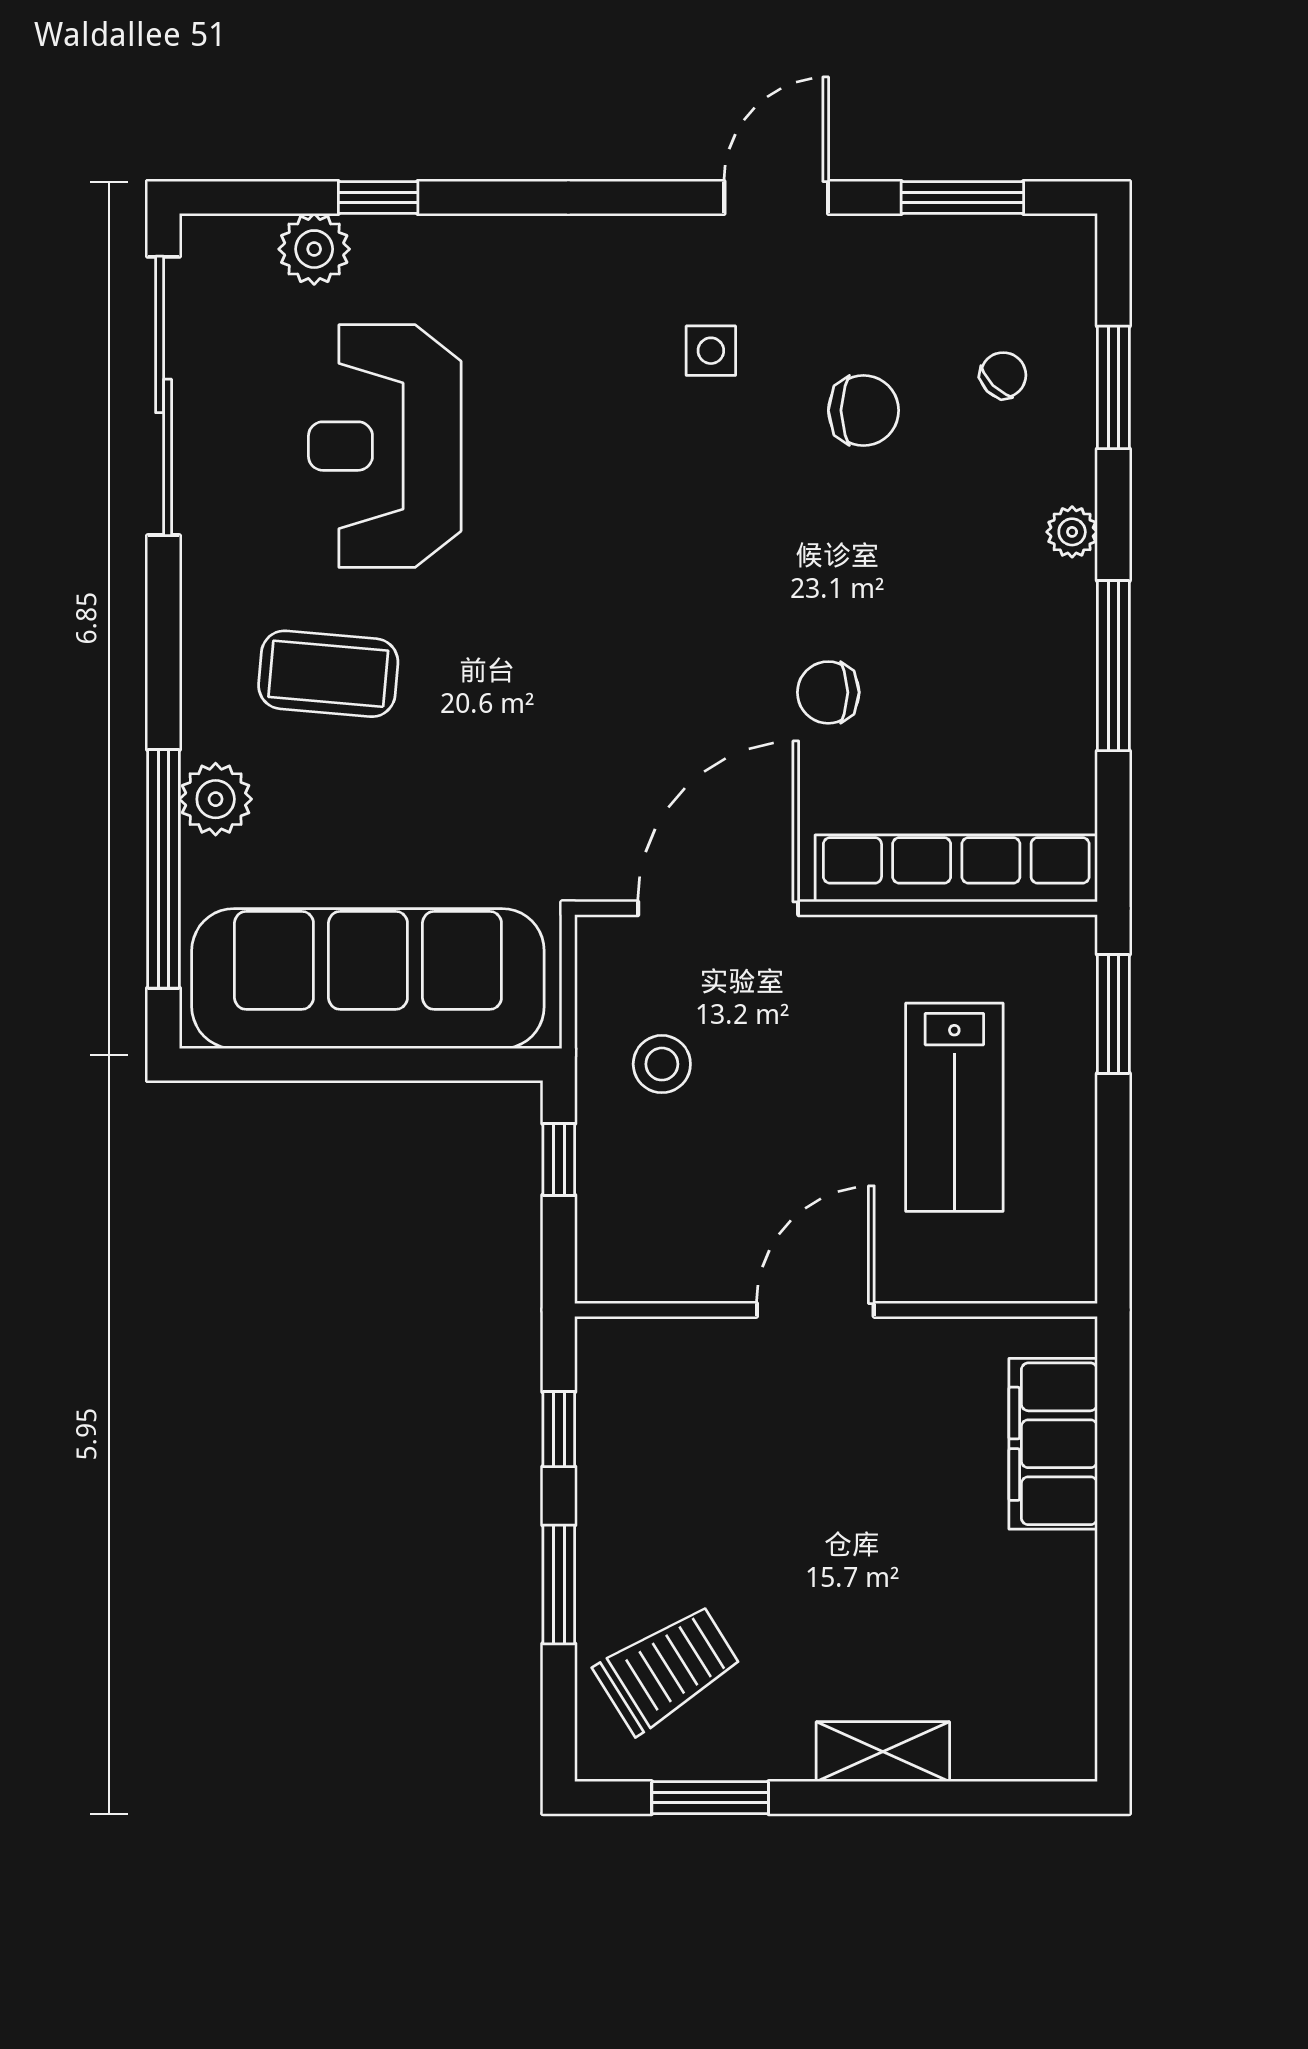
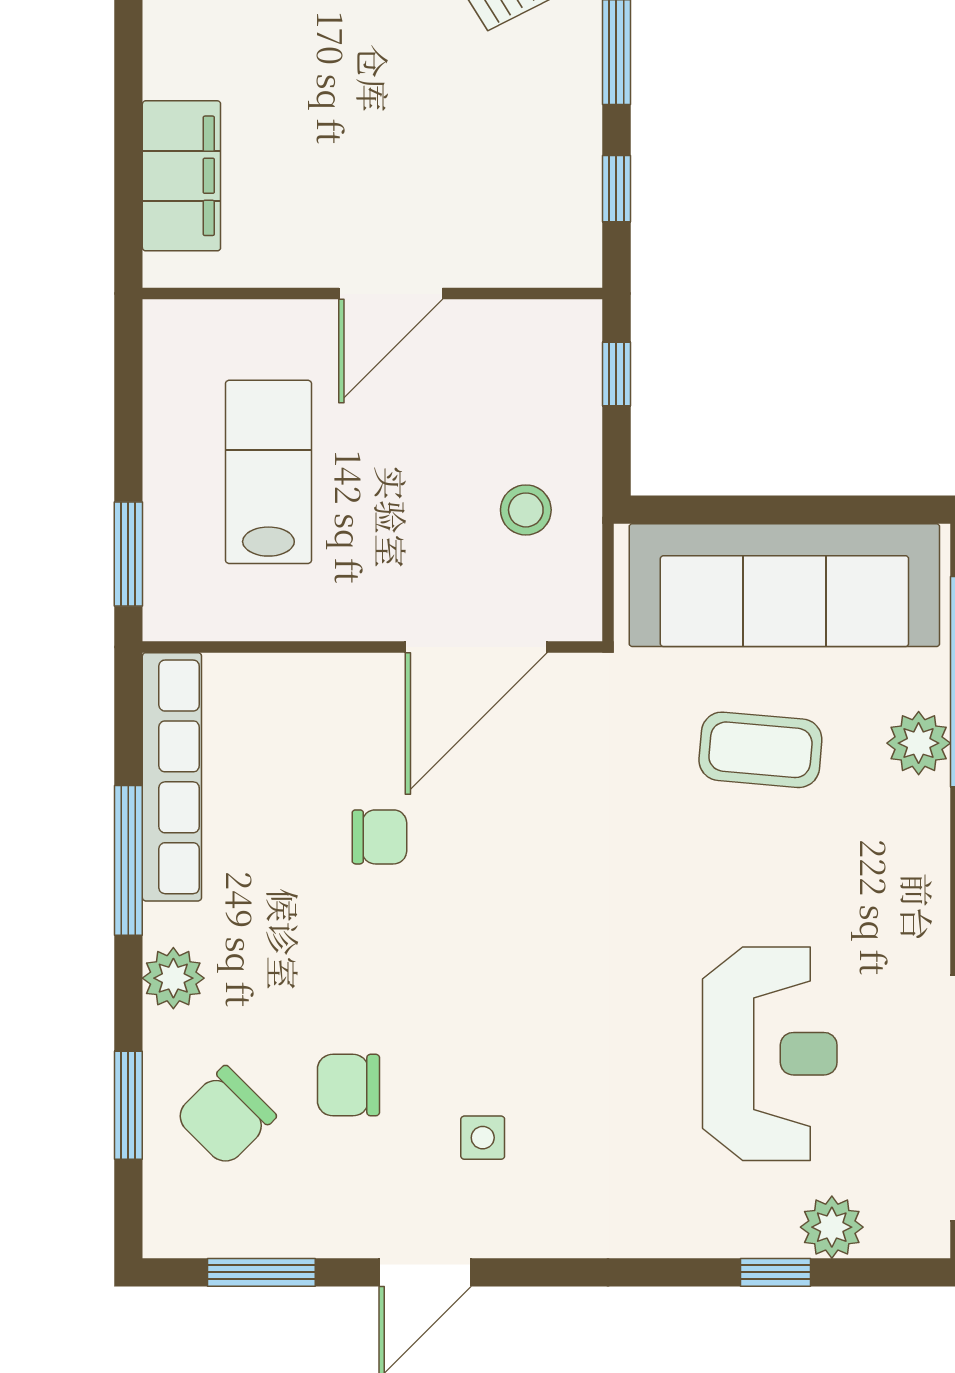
chair: (1003, 375) -> (225, 1116), width x1.87, depth x1.87
plant: (1072, 532) -> (173, 978), width x1.38, depth x1.38
coffee table: (328, 674) -> (760, 750), moved
row of seats: (956, 868) -> (172, 777), moved, turned -90
window: (559, 1159) -> (616, 374), moved

